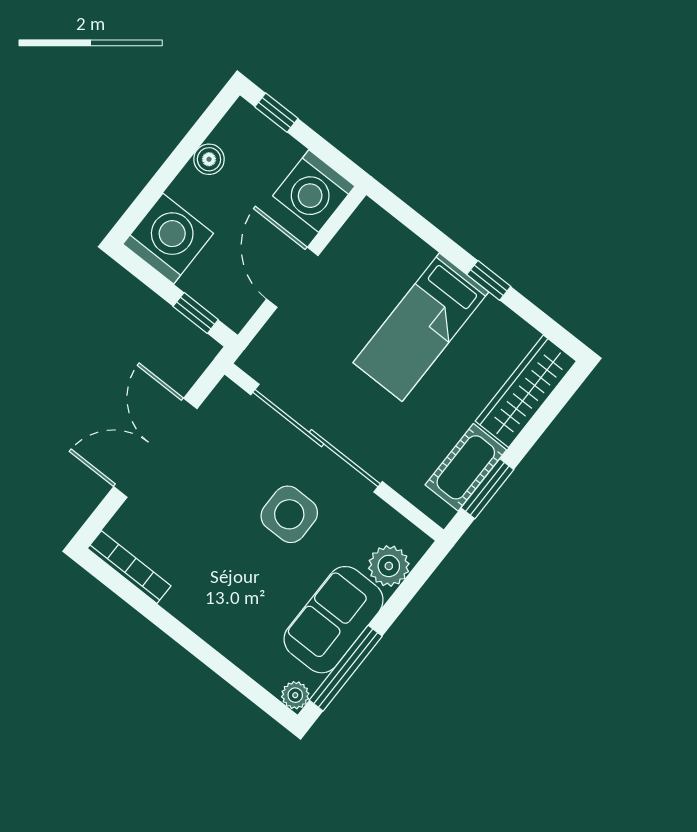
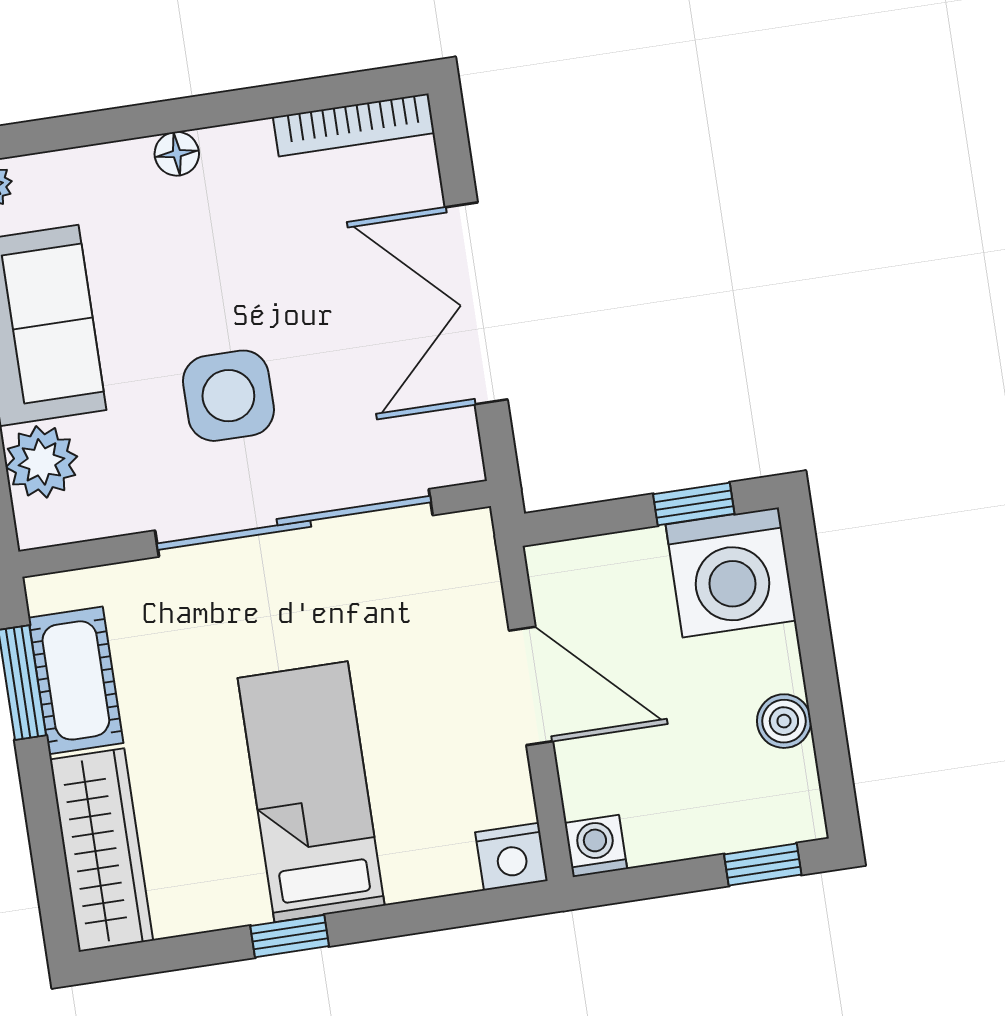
washing machine: (314, 191) -> (596, 846), width x0.53, depth x0.53
nightstand: (370, 219) -> (511, 857), added
window: (196, 313) -> (694, 504), moved
double door: (155, 448) -> (476, 303), swing flipped
floor lamp: (209, 629) -> (177, 154), added

